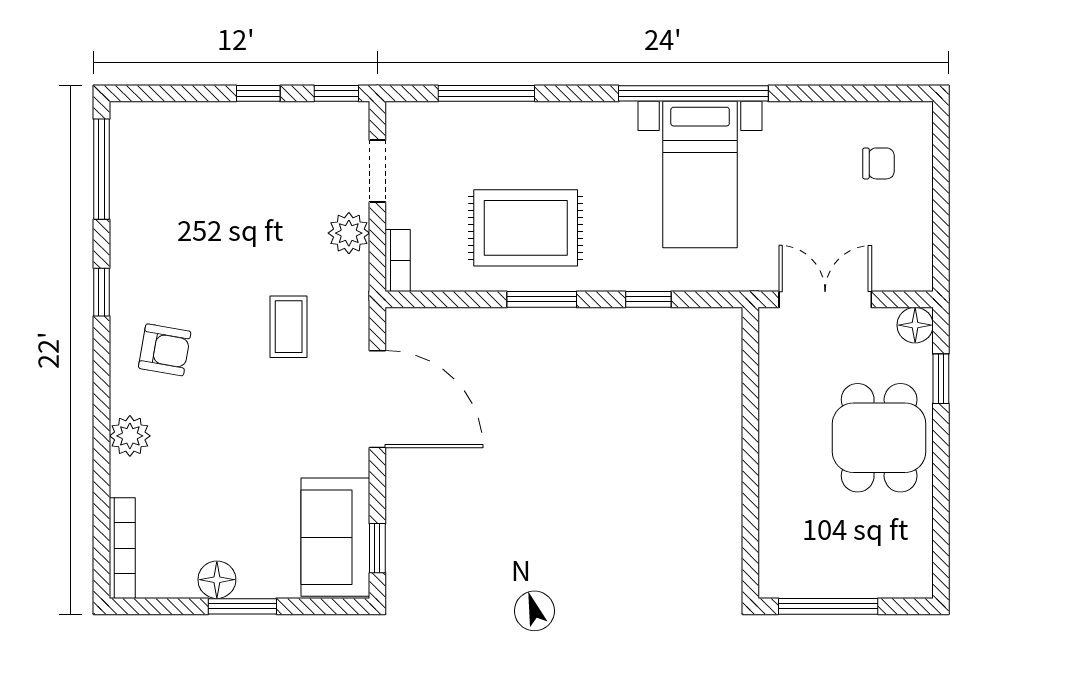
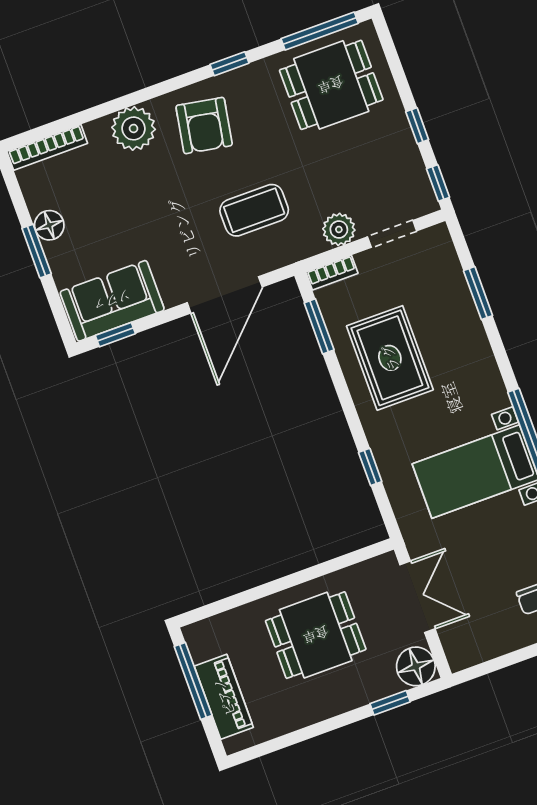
window: (486, 93) -> (478, 293), width x0.69
dining table: (172, 179) -> (331, 85), added
window: (542, 299) -> (319, 326), moved
floor lamp: (915, 325) -> (416, 666), width x1.38, depth x1.38
coffee table: (289, 327) -> (254, 210), width x1.36, depth x1.30
armchair: (165, 350) -> (204, 126), width x1.38, depth x1.38
plant: (130, 436) -> (134, 128), width x1.36, depth x1.36
dining table: (879, 438) -> (316, 635), moved
piano: (861, 576) -> (224, 697), added

